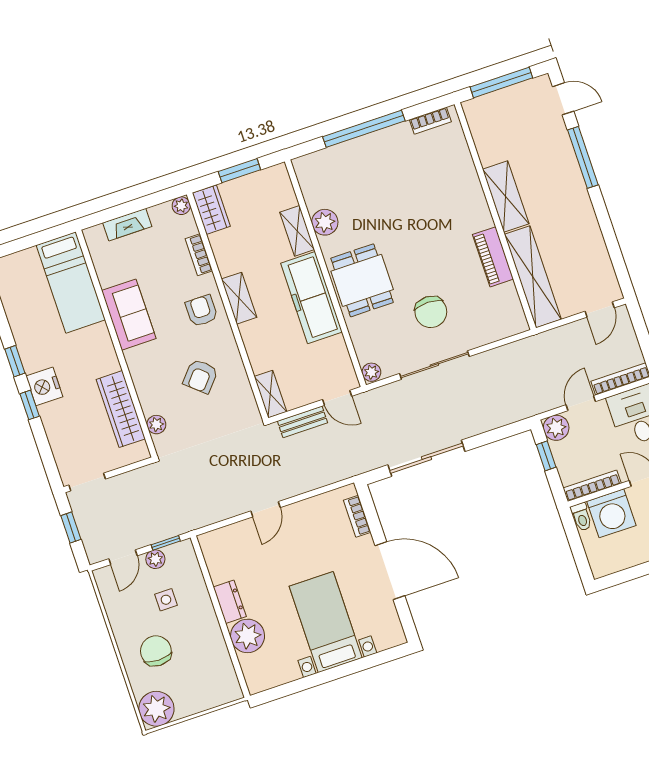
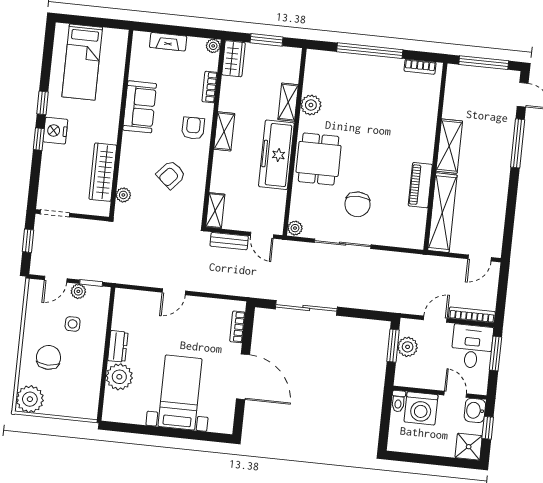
bed: (71, 283) -> (82, 62), moved
plant: (556, 428) -> (408, 347), moved
window: (546, 456) -> (393, 346), width x1.50
bookcase: (592, 486) -> (416, 382), removed

